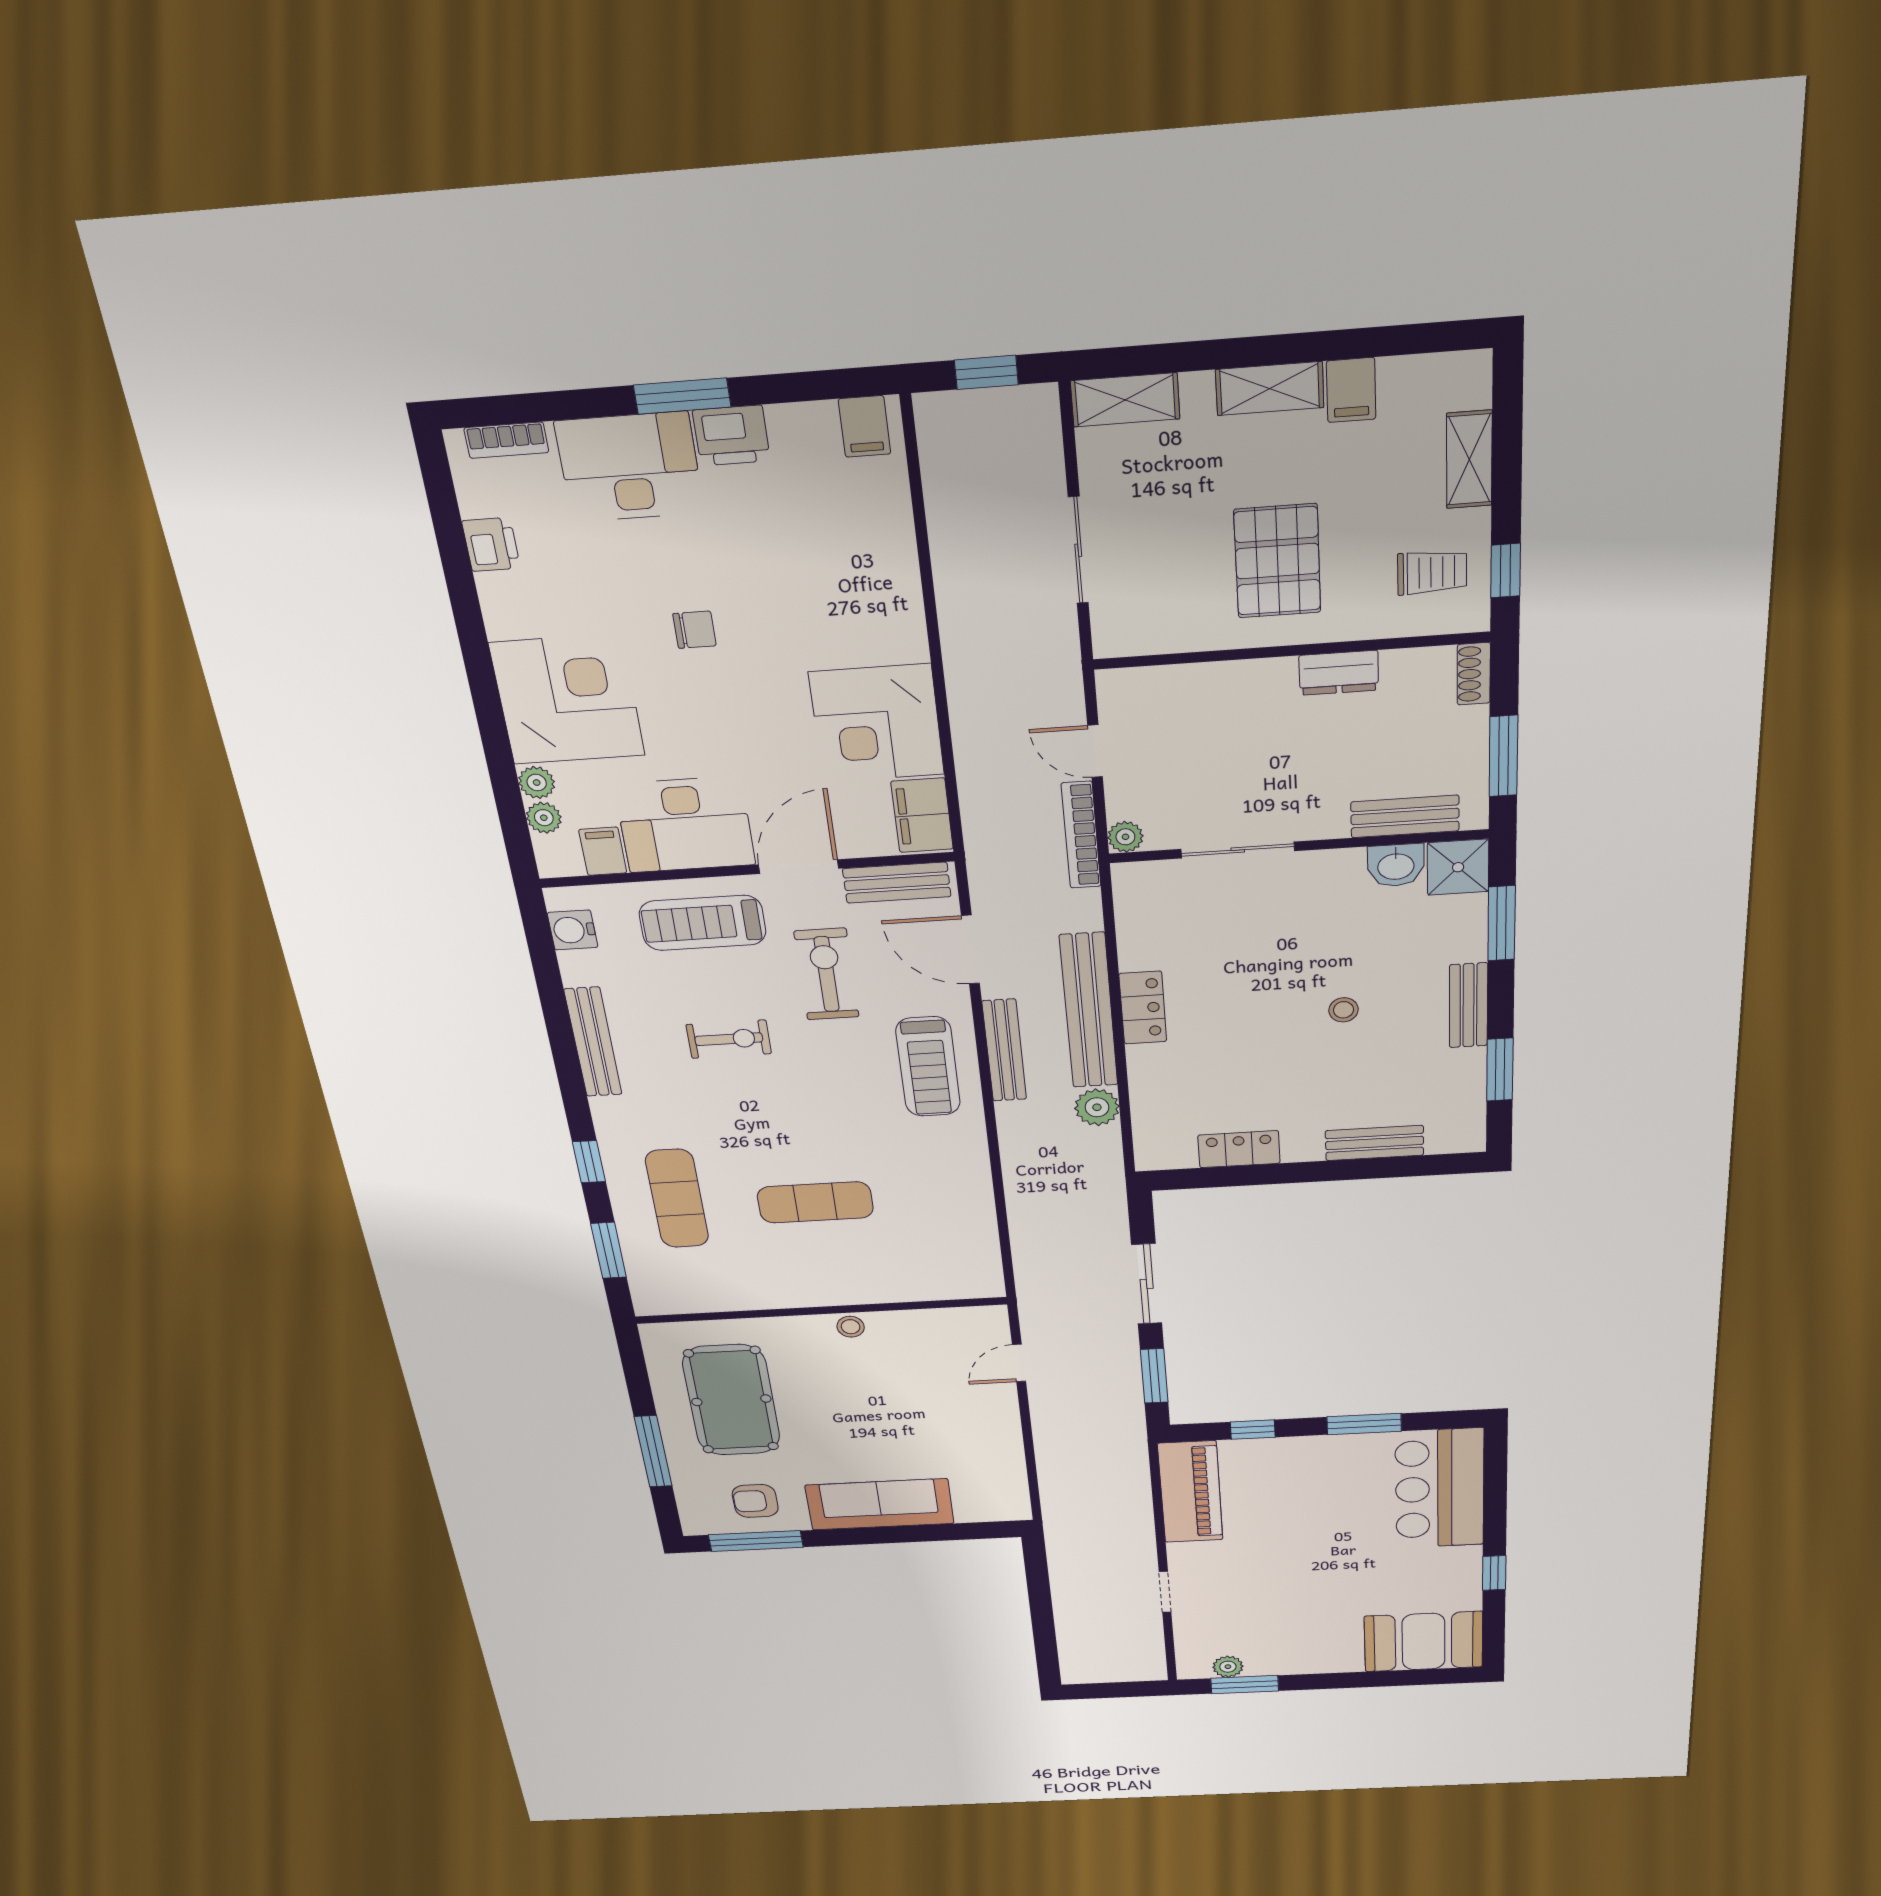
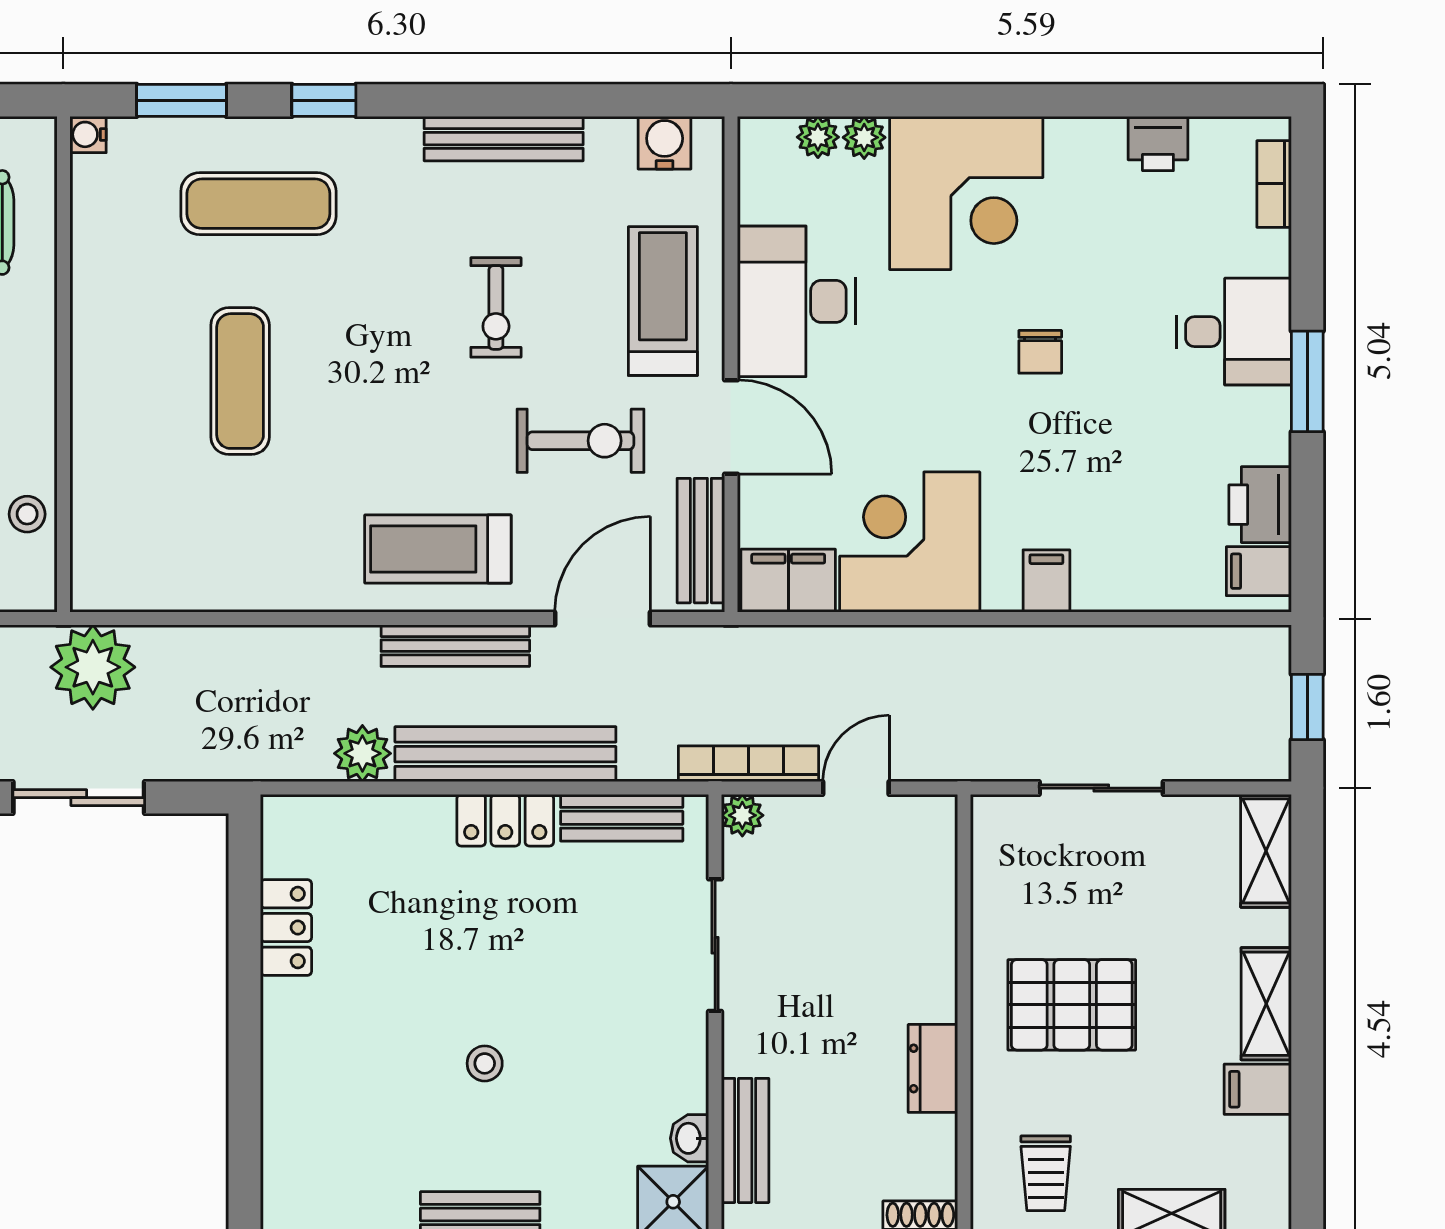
printer: (731, 436) -> (1260, 505), moved
desk: (630, 467) -> (1234, 332), width x0.73
filing cabinet: (603, 851) -> (1046, 581), moved, turned -90
washbasin: (1396, 865) -> (690, 1138), width x0.72, depth x0.69
bench: (1374, 1143) -> (622, 818), moved, turned 90
plant: (1047, 1281) -> (93, 667), added
water cooler: (646, 1305) -> (88, 134), added
stool: (851, 1327) -> (27, 514), moved

